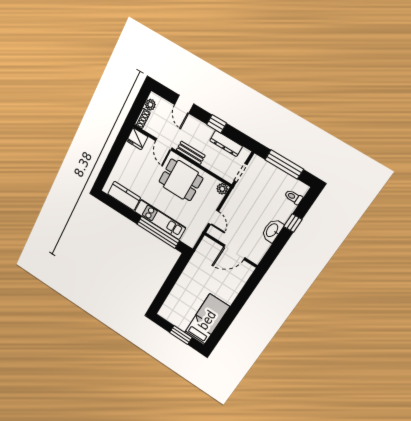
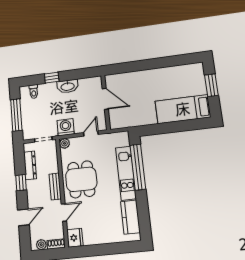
washing machine: (236, 201) -> (66, 127), added
bed: (207, 320) -> (183, 109), moved

